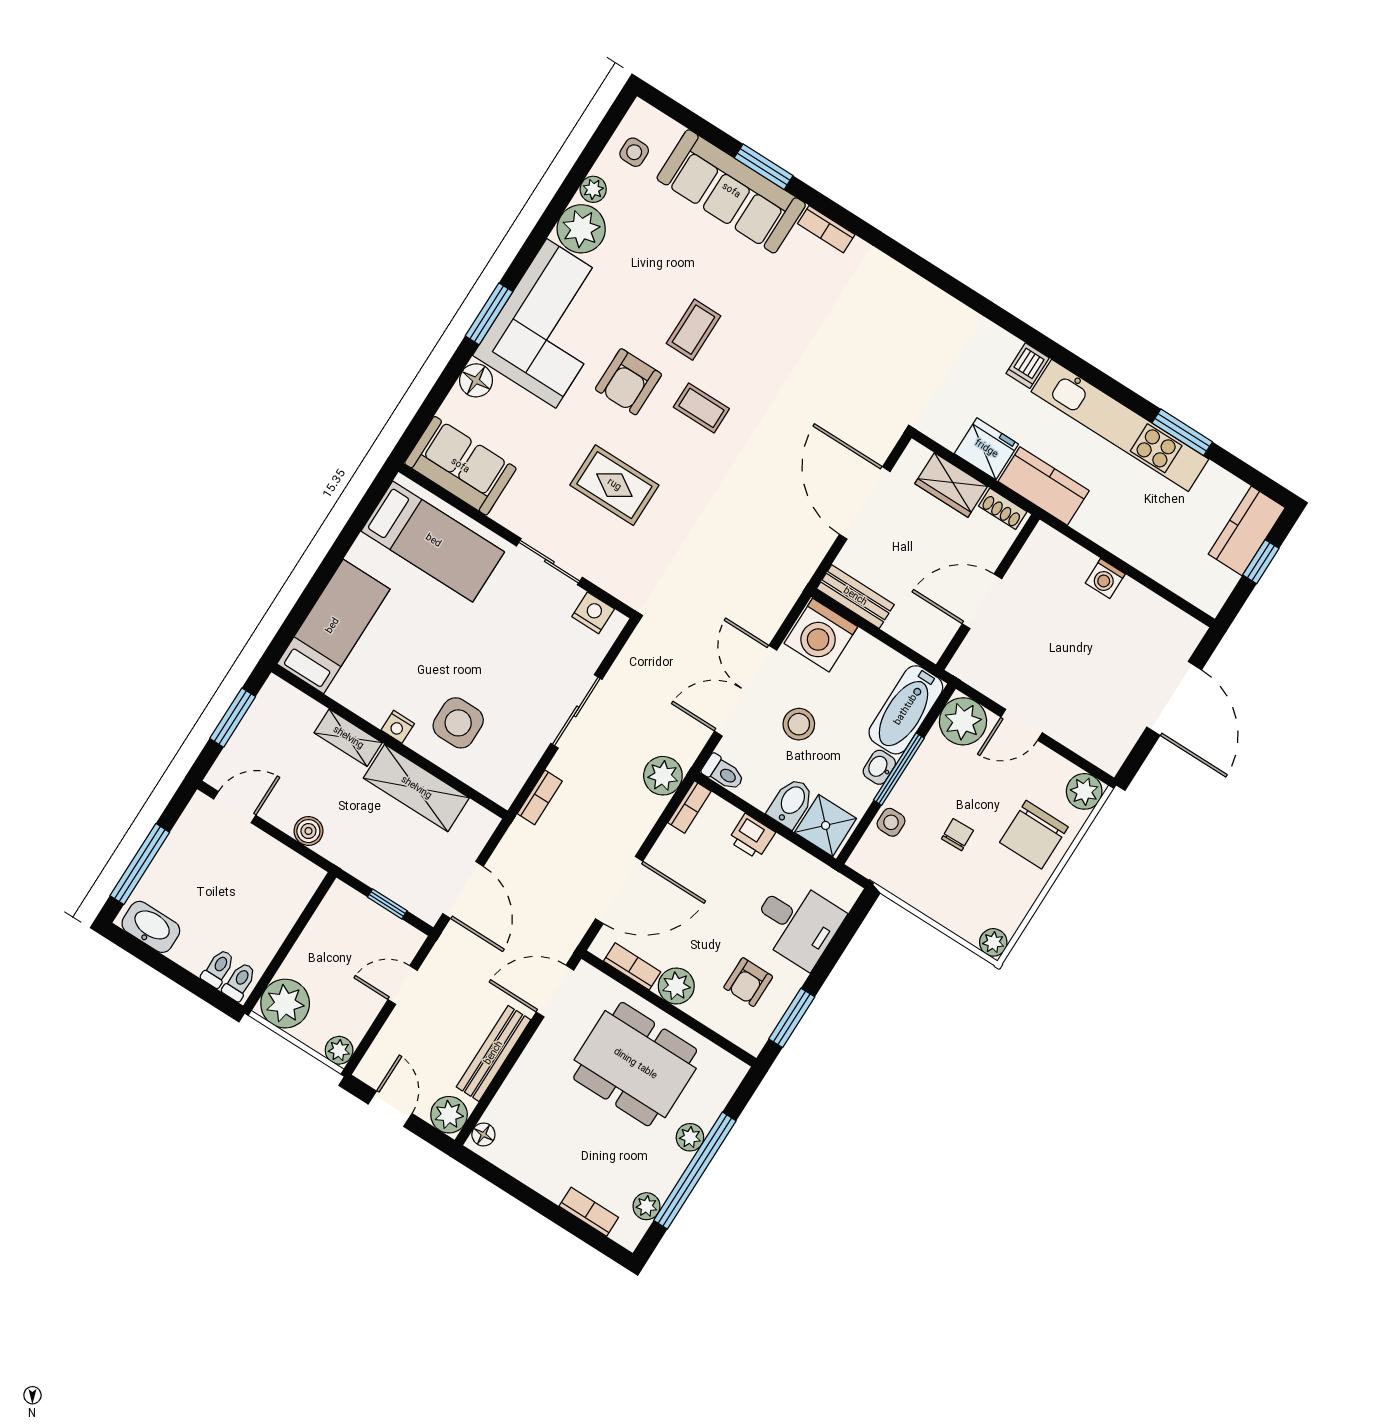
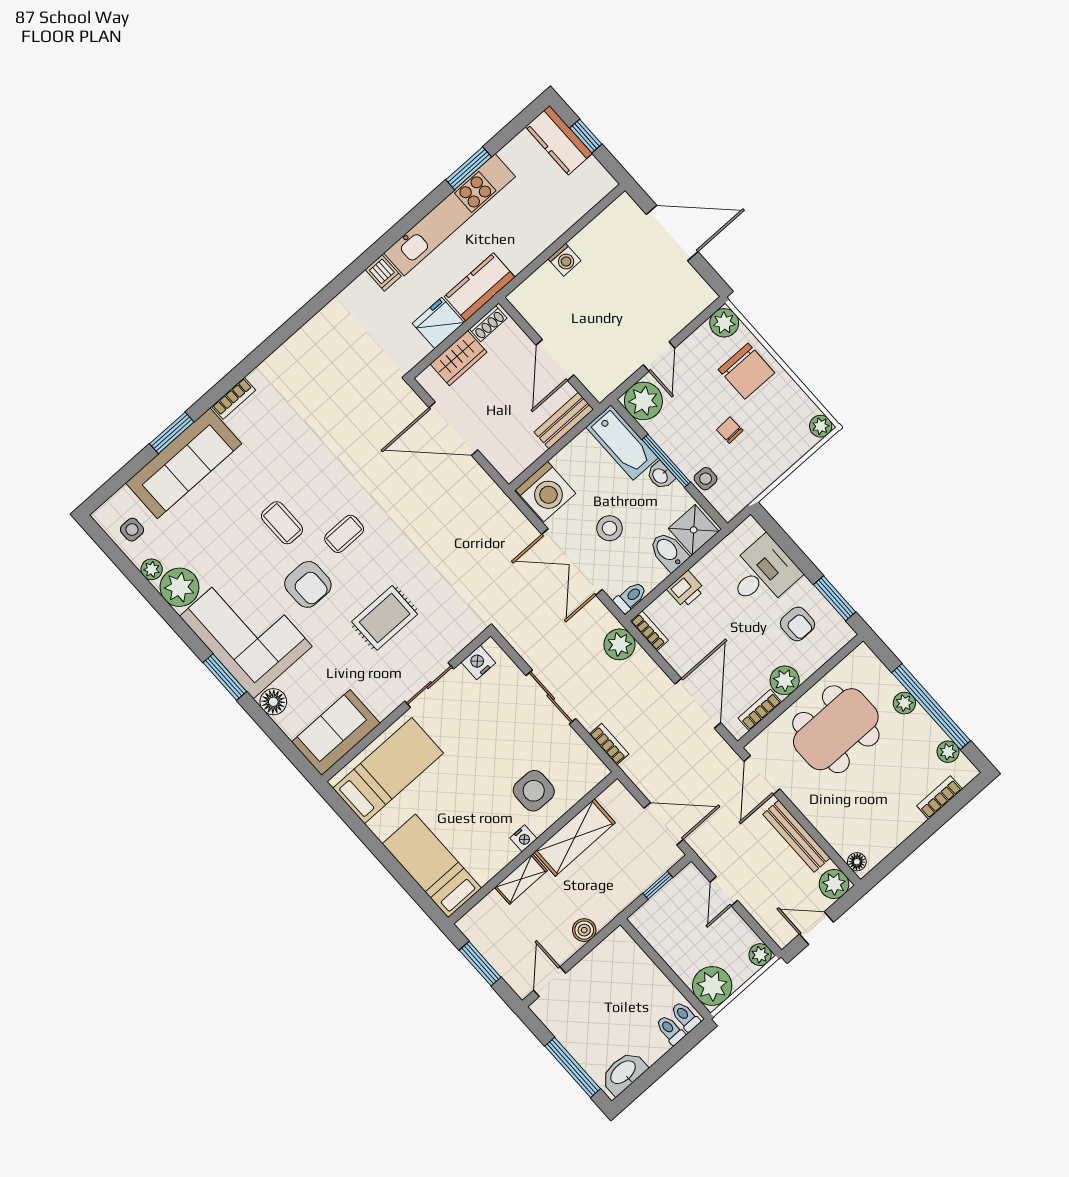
bench: (855, 597) -> (564, 421), moved

